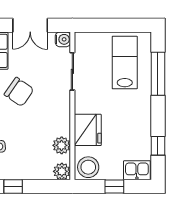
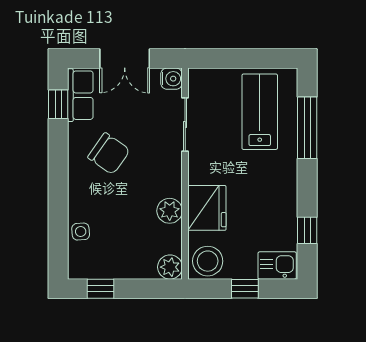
plant: (62, 145) -> (170, 211), moved

